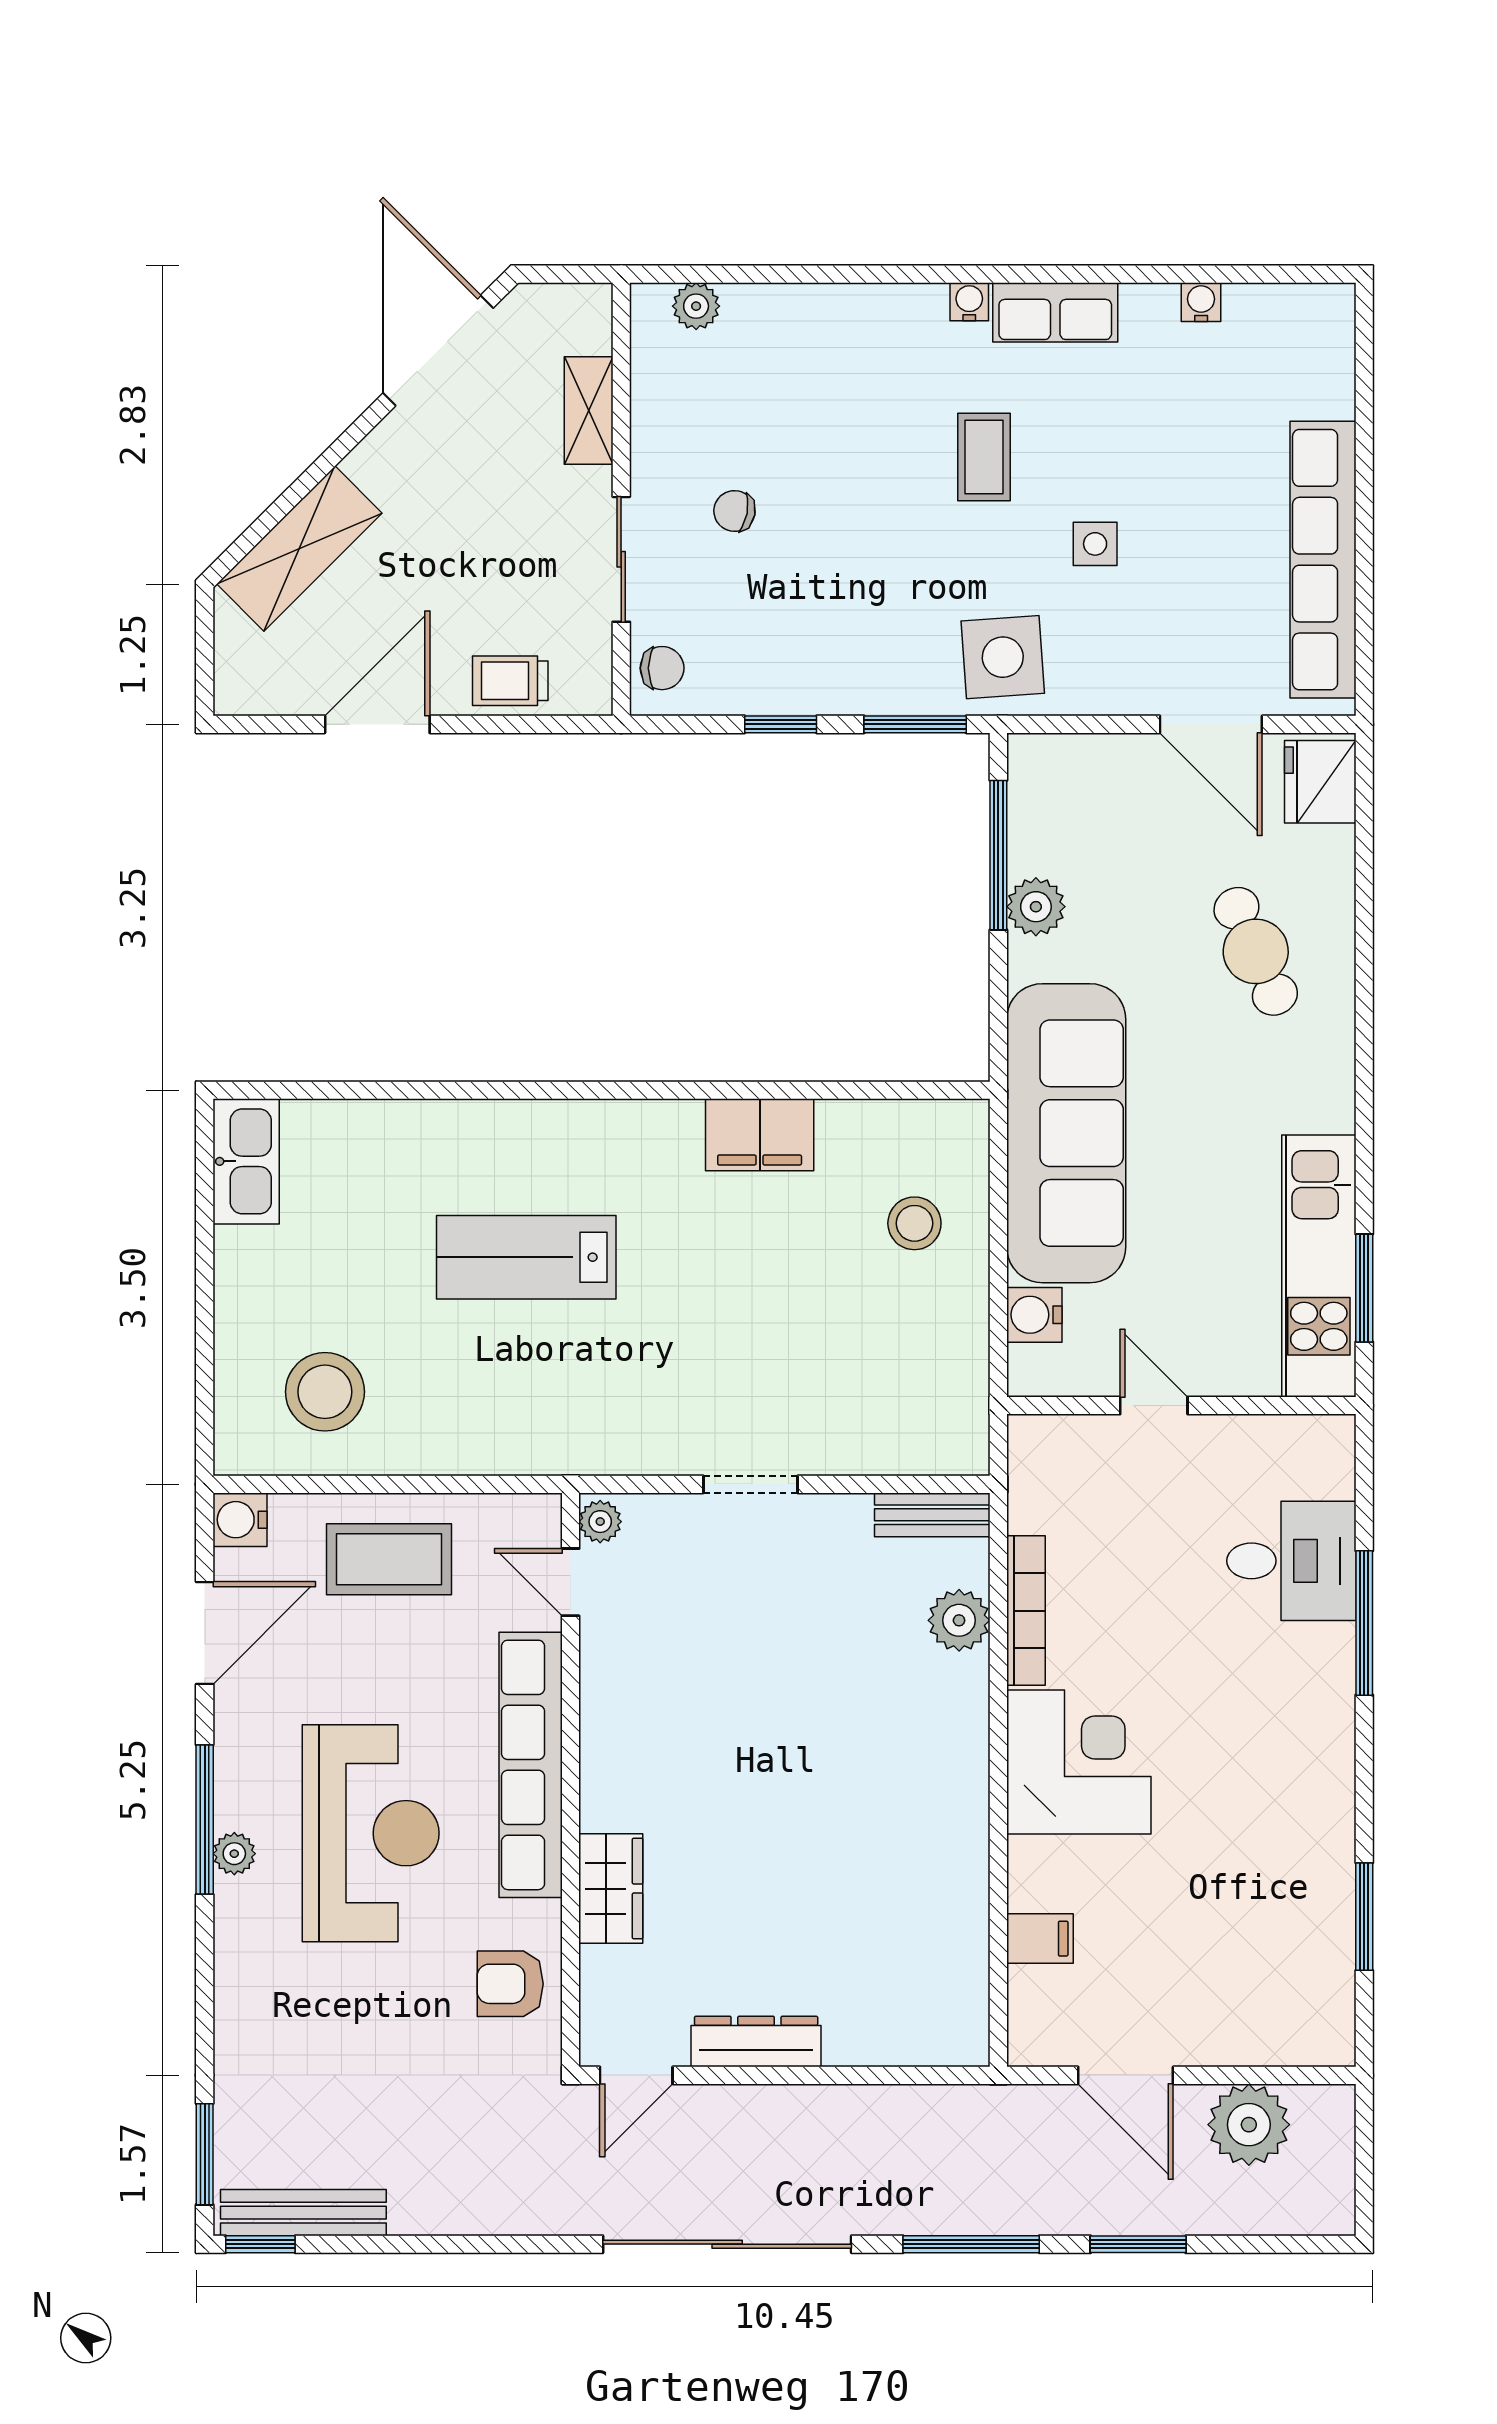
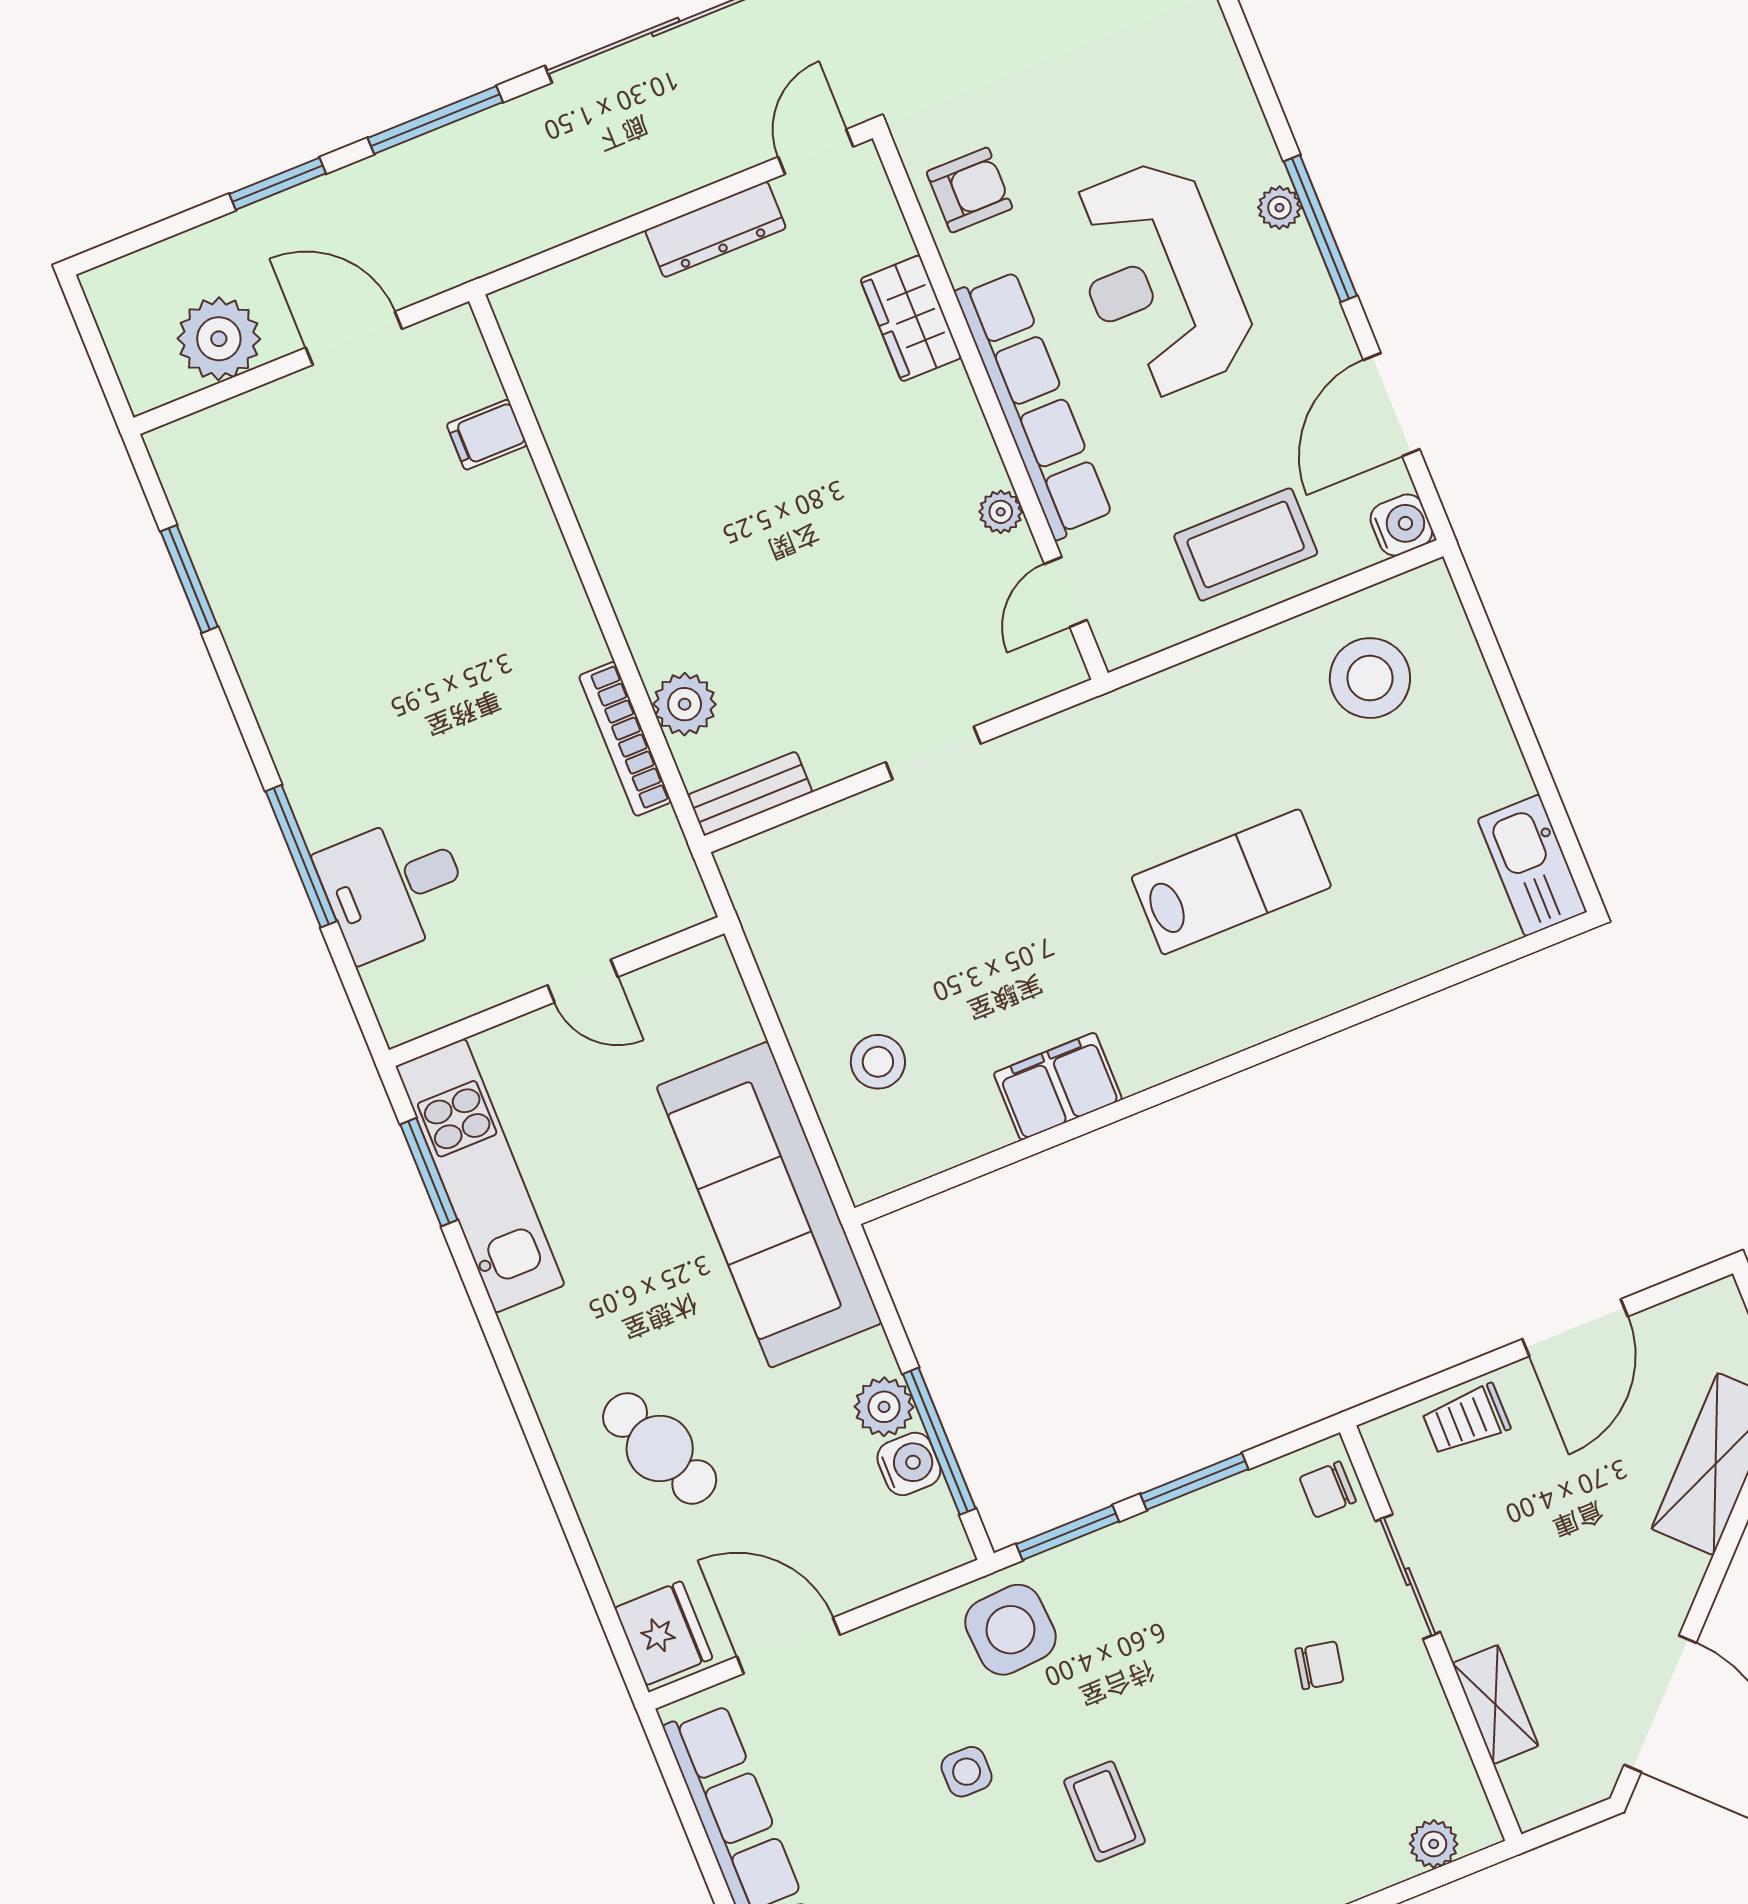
trolley: (510, 681) -> (1466, 1420), turned 180
window: (781, 724) -> (1194, 1482), width x1.50
water cooler: (1034, 1315) -> (909, 1464), moved
plant: (600, 1522) -> (1001, 512), moved
door: (571, 1582) -> (1066, 592), swing flipped
corner desk: (1079, 1762) -> (517, 616), removed

